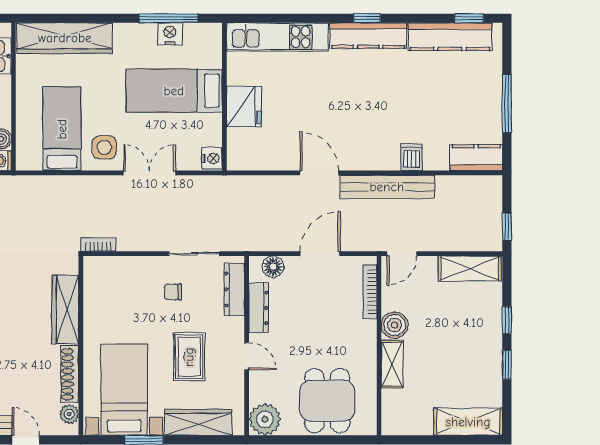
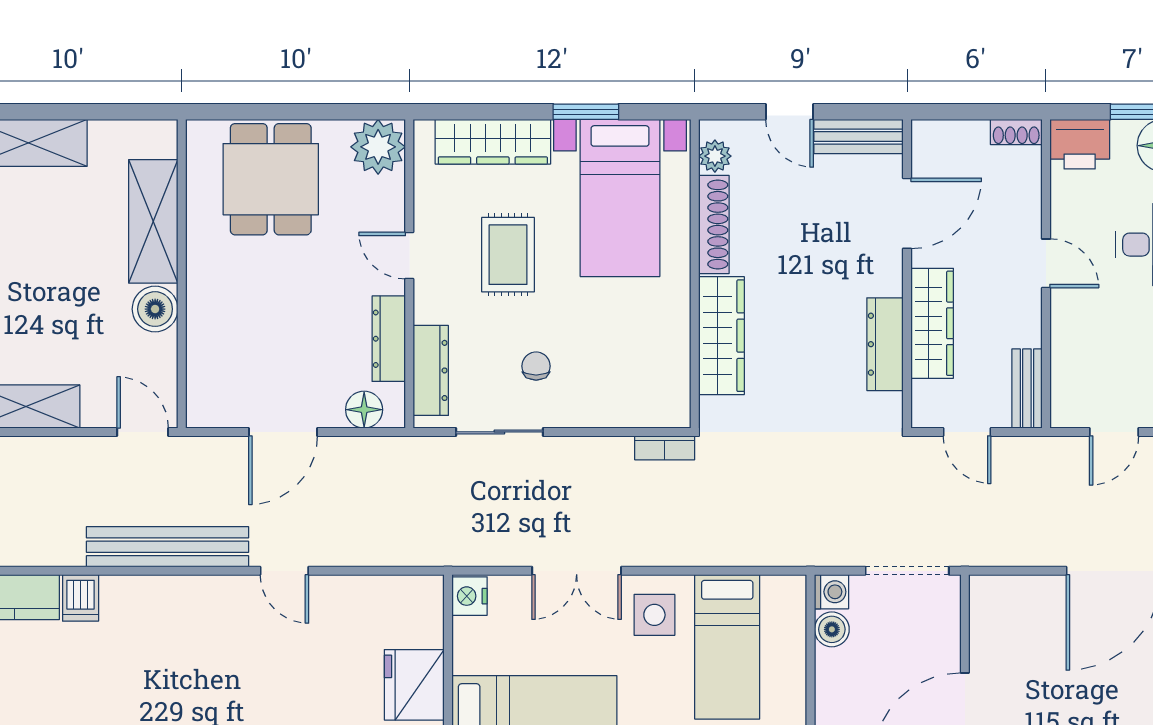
dishwasher: (412, 157) -> (81, 598), moved
door: (319, 173) -> (284, 571), width x0.73
door: (402, 254) -> (143, 432), hinge flipped
chair: (173, 292) -> (536, 366), turned -90
bookcase: (370, 292) -> (198, 366), removed
shelving: (392, 364) -> (153, 221), width x1.50, depth x1.33

